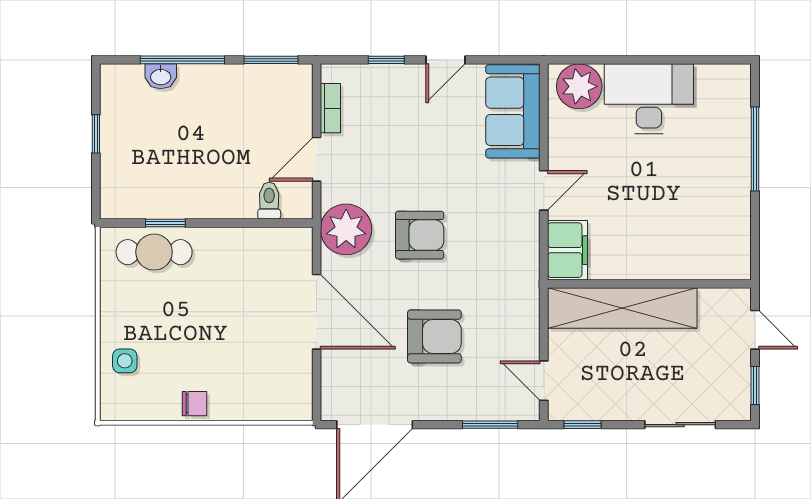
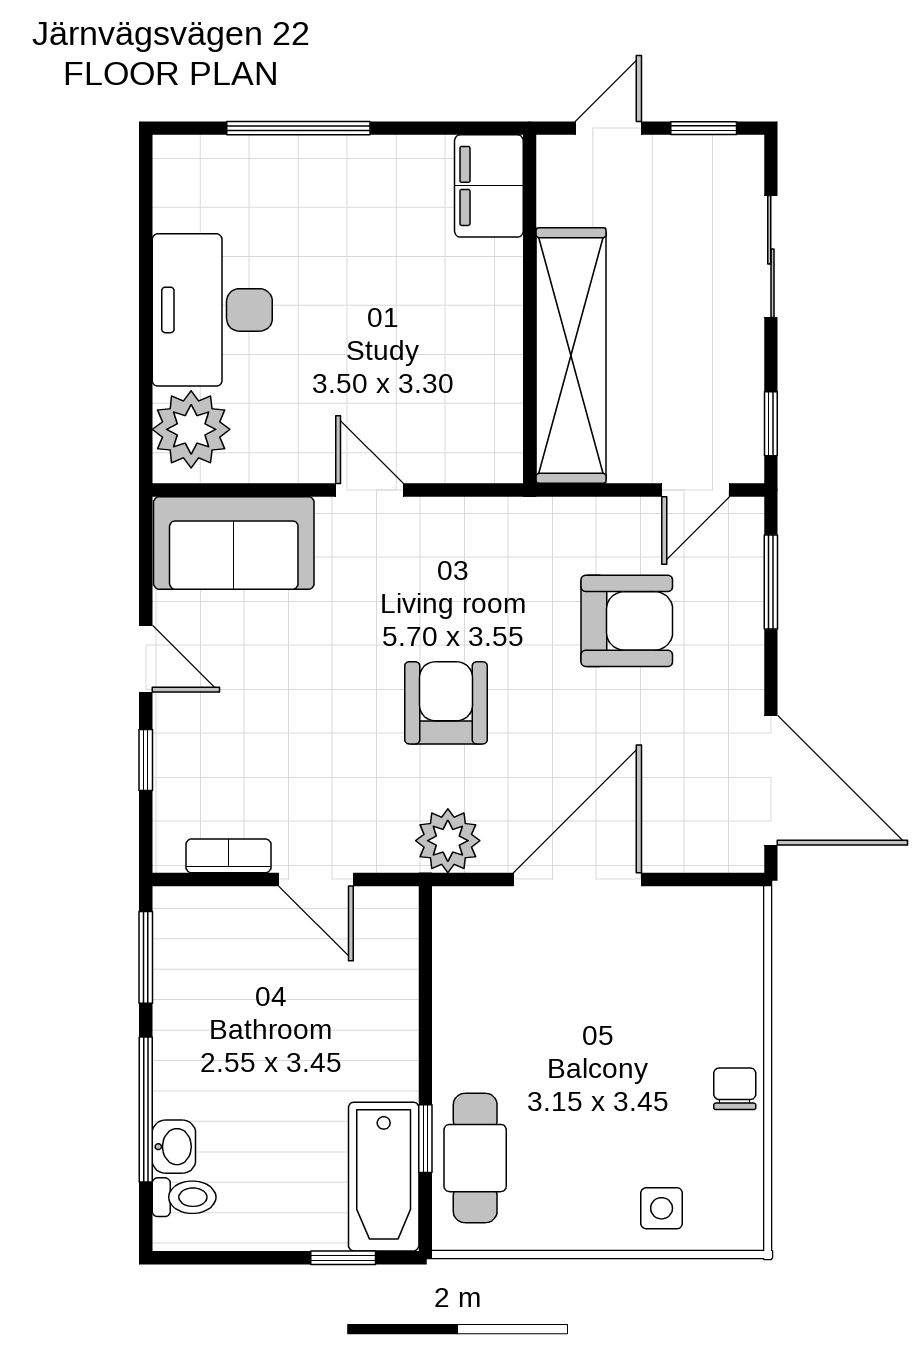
window: (96, 134) -> (343, 1258), moved
bathtub: (143, 199) -> (384, 1177), added
toilet: (269, 201) -> (184, 1197), moved, turned 180
plant: (346, 229) -> (448, 841), width x0.73, depth x0.73
filing cabinet: (568, 250) -> (489, 186), moved, turned -90
armchair: (434, 336) -> (627, 621), moved, turned 90

